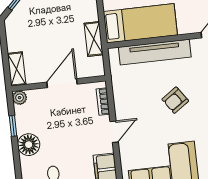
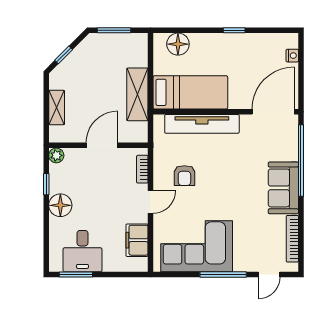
shelving: (94, 39) -> (137, 94), width x1.50, depth x1.33
shelving: (17, 69) -> (57, 107), moved
armchair: (175, 100) -> (184, 176), moved, turned -55

